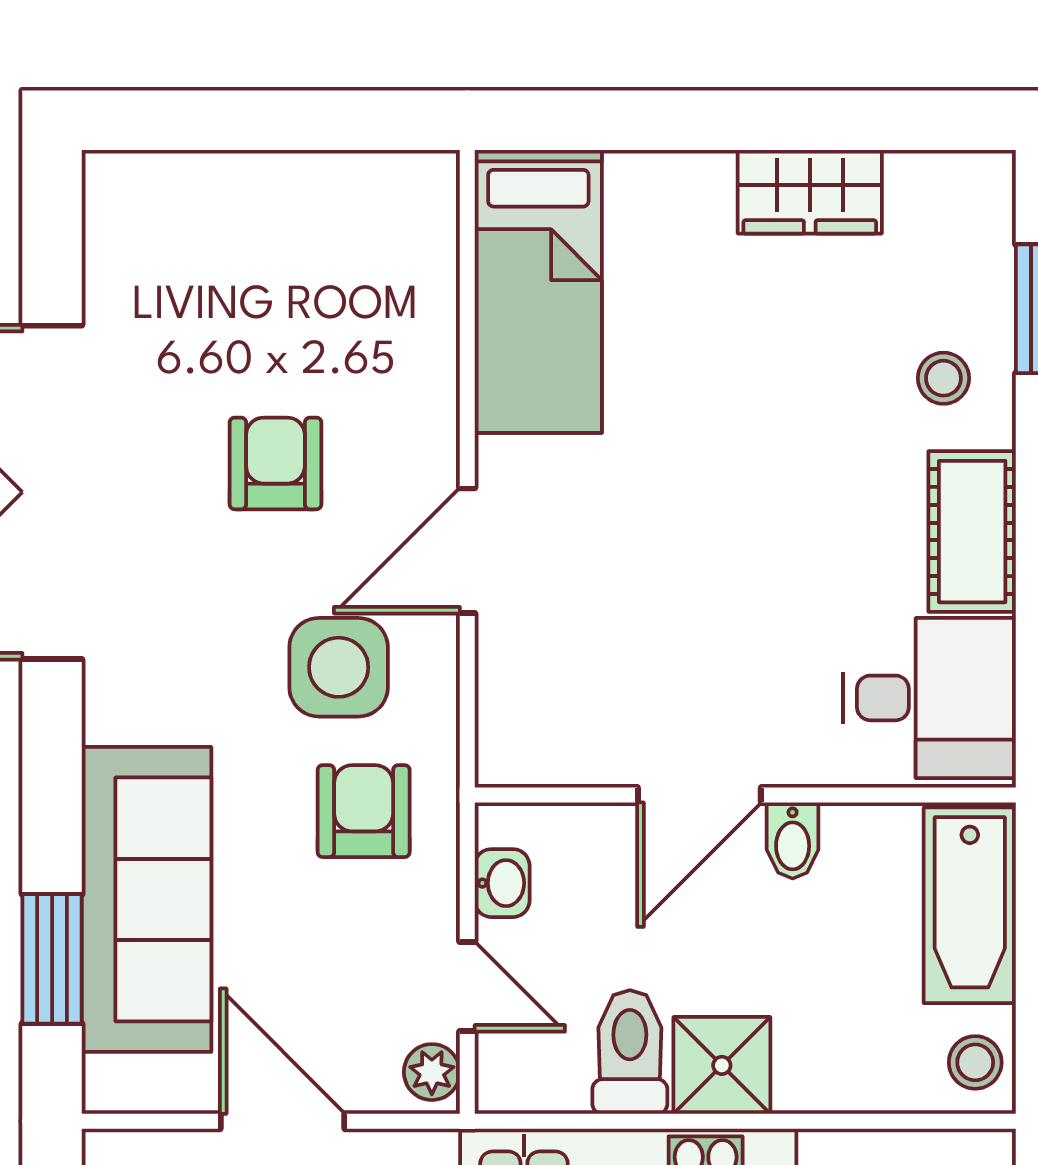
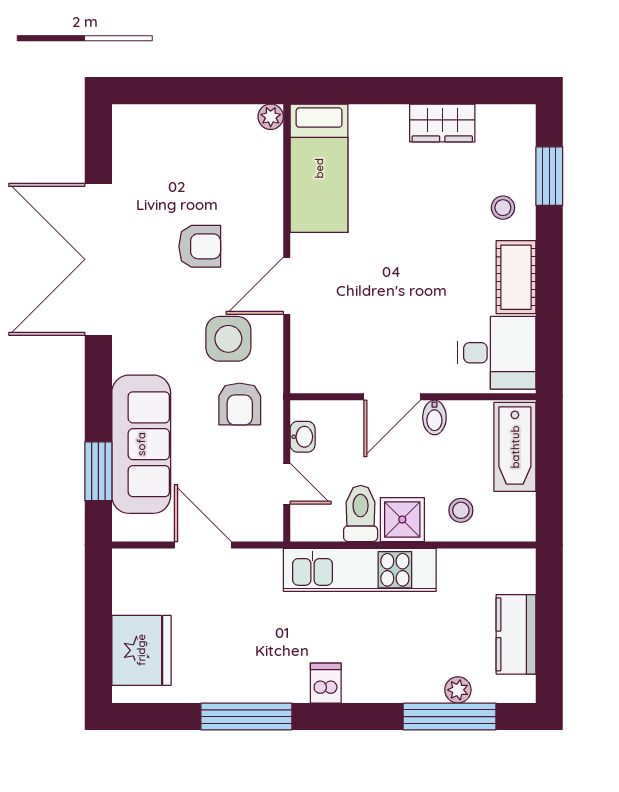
armchair: (275, 463) -> (200, 246), turned 90
armchair: (364, 811) -> (240, 404), turned 180
stool: (975, 1062) -> (461, 510), moved
plant: (432, 1072) -> (271, 117), moved

